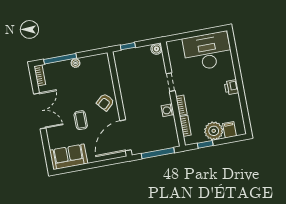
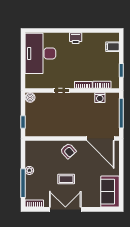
washing machine: (168, 110) -> (100, 98), moved
coffee table: (81, 120) -> (66, 179), moved
plant: (214, 131) -> (111, 61), removed

